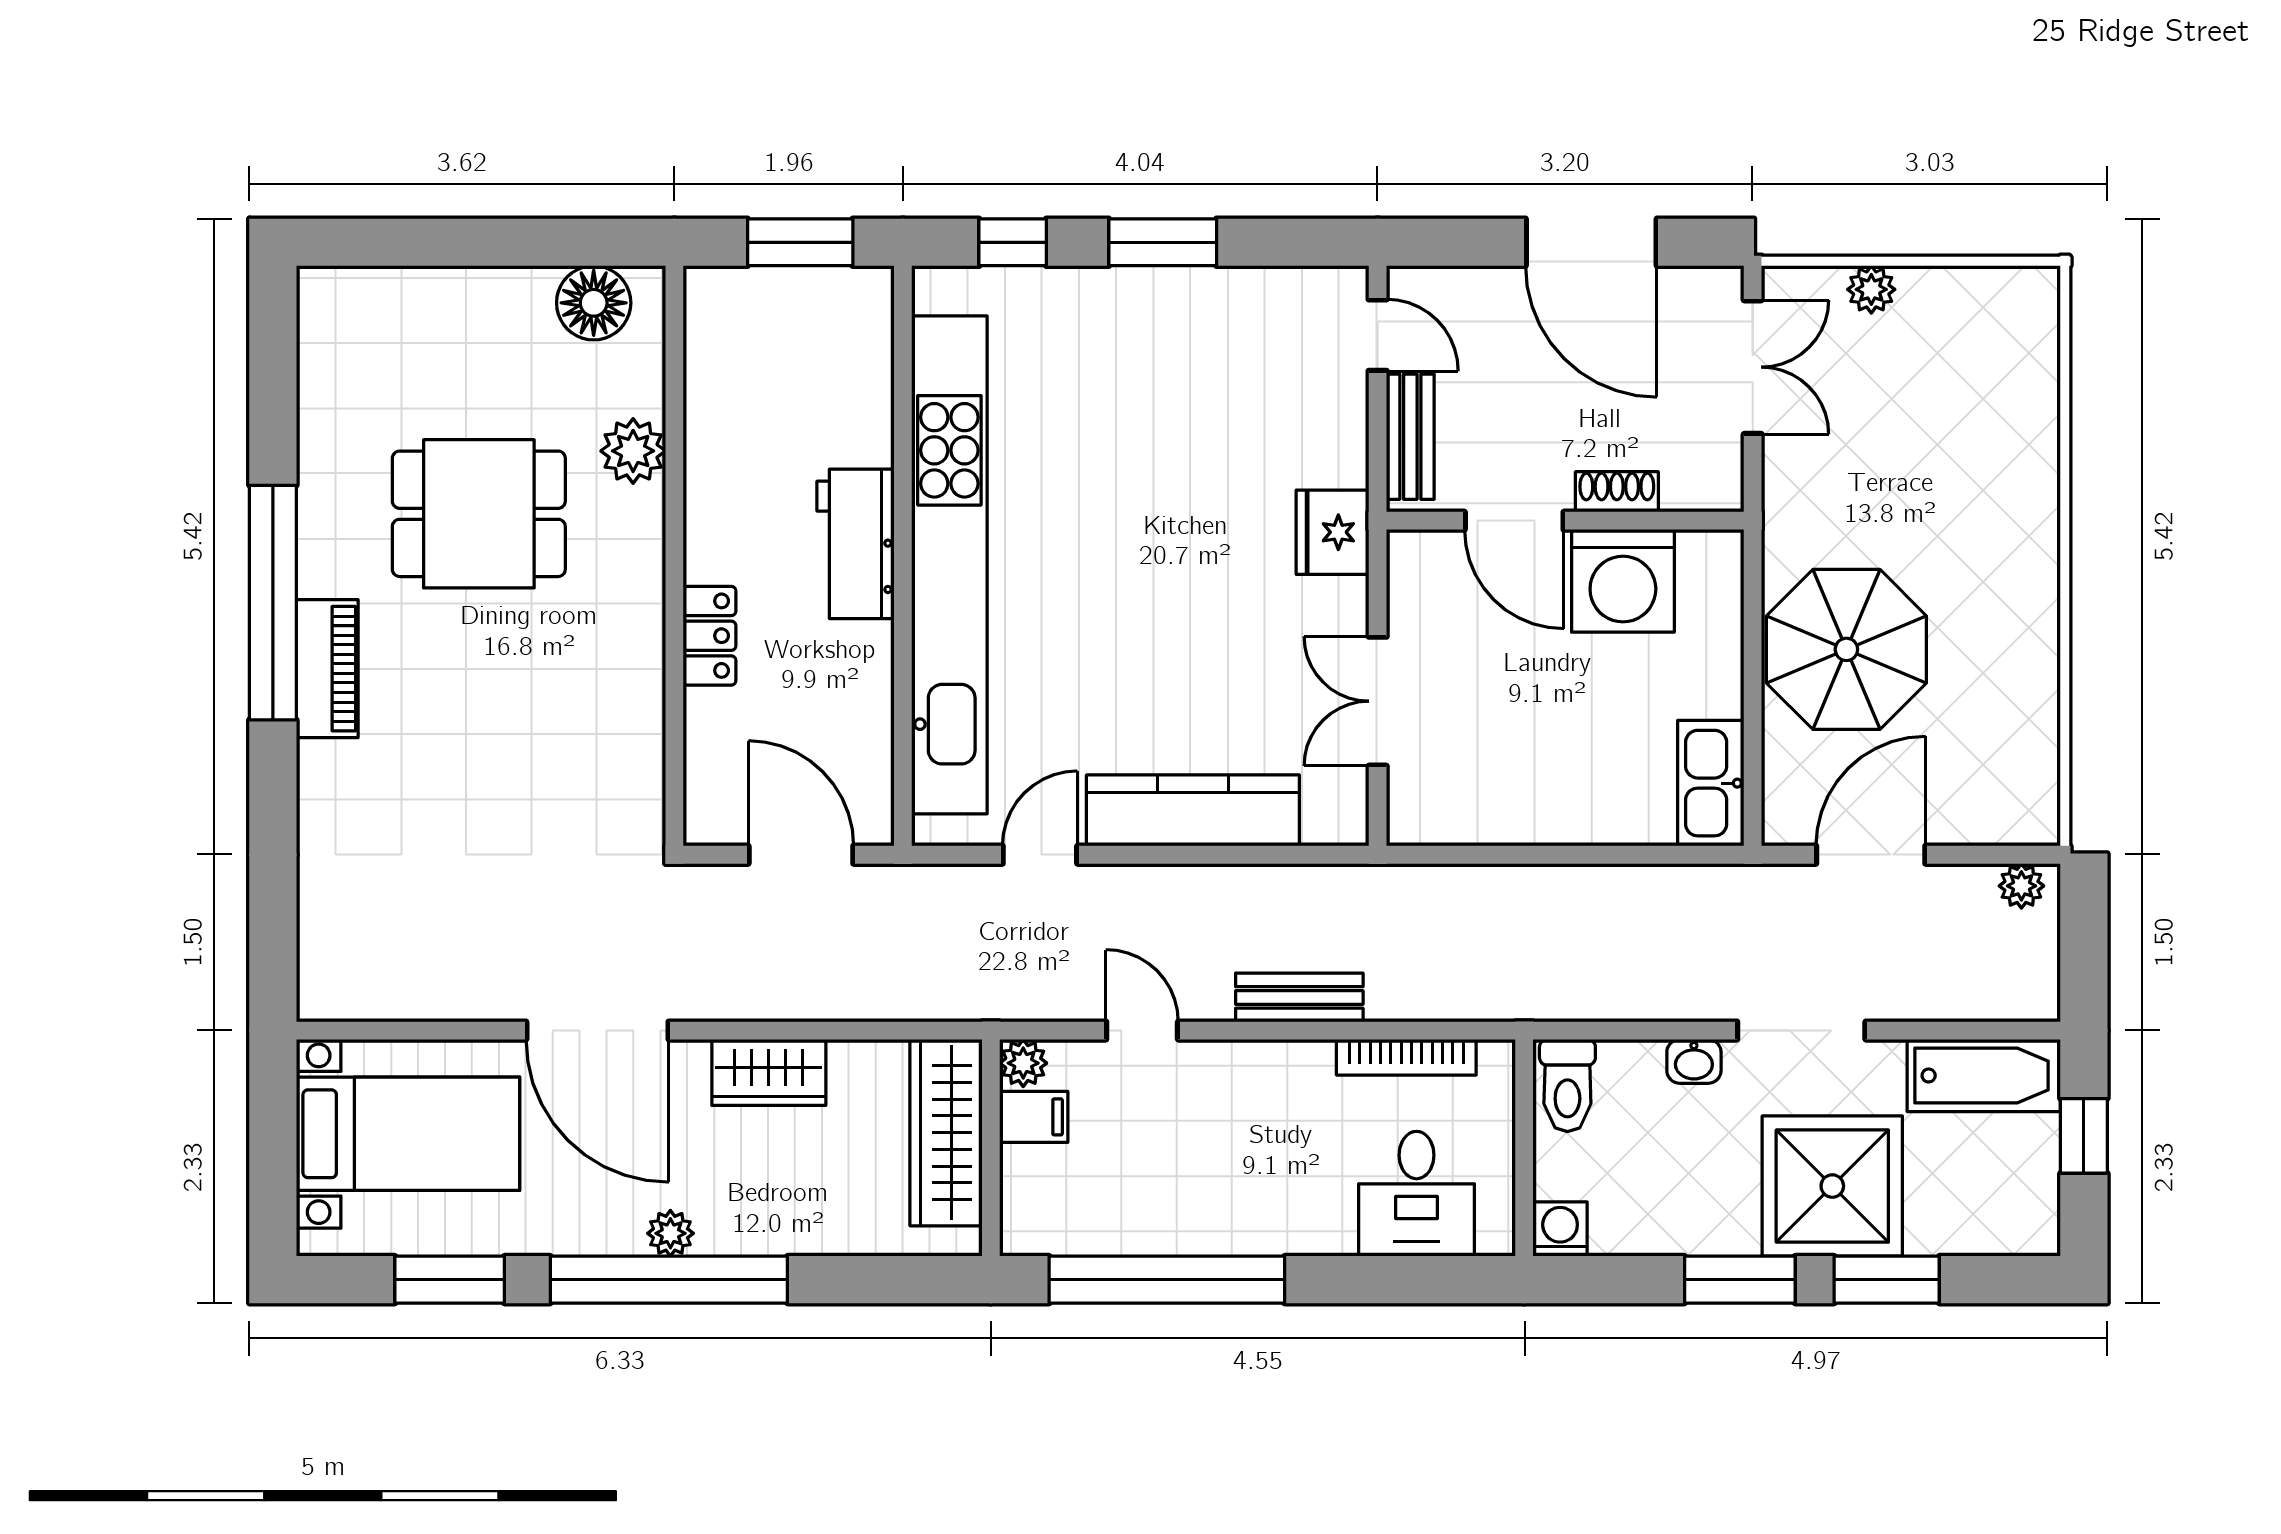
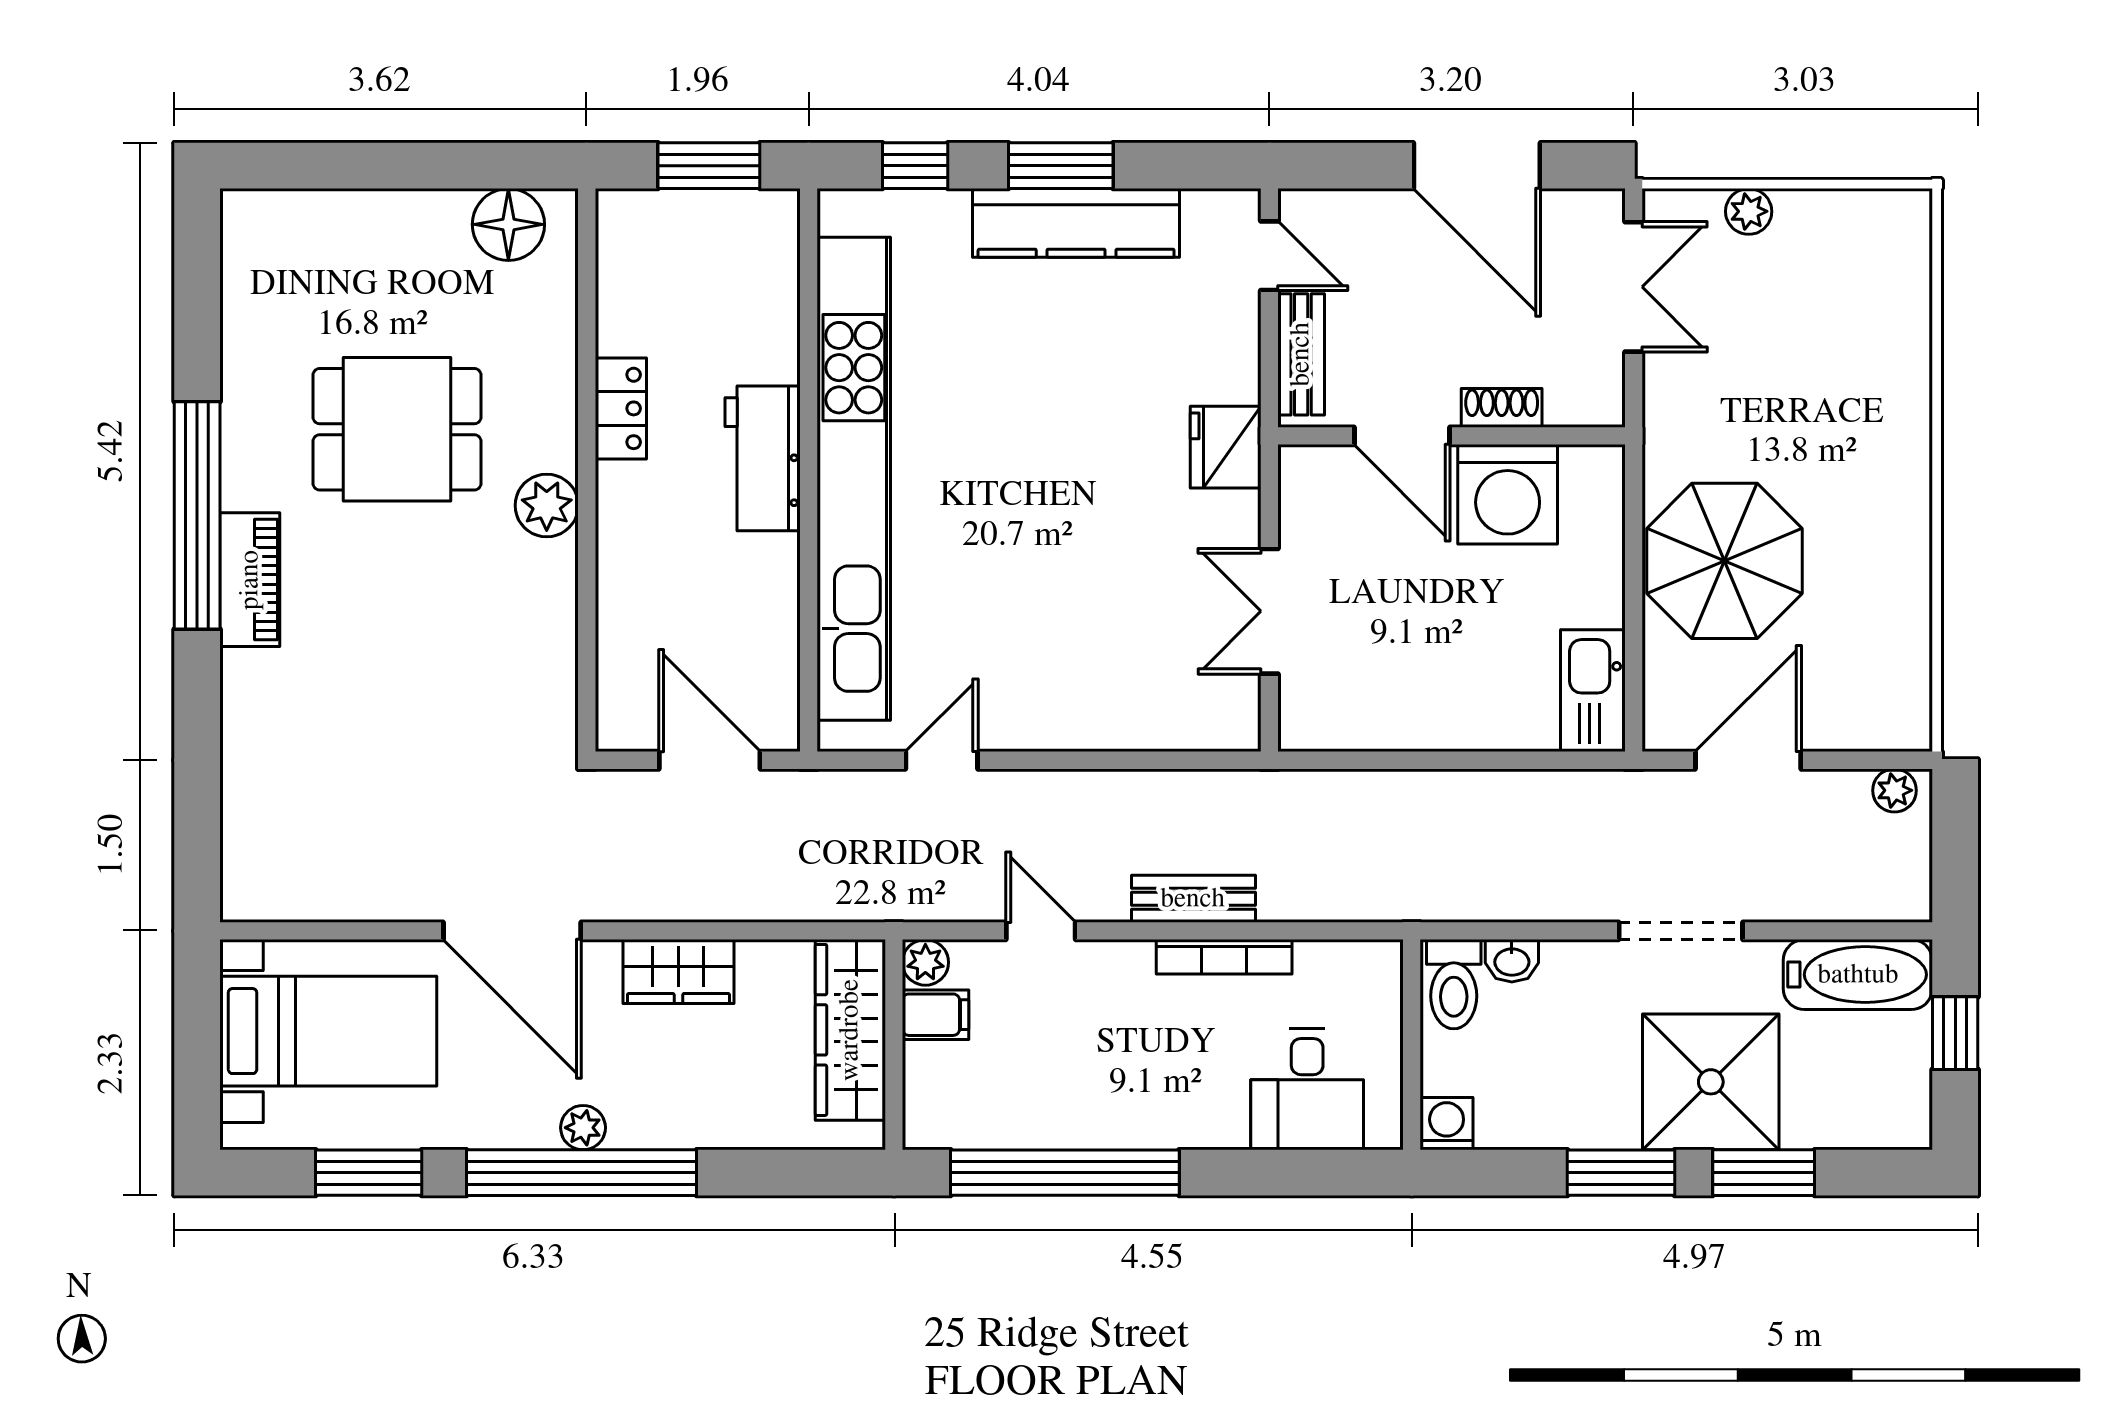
plant: (633, 451) -> (547, 505), moved
locker: (709, 636) -> (621, 408), moved
kitchen counter: (1193, 810) -> (1076, 223), moved, turned 180
bookcase: (1406, 1057) -> (1224, 957), moved
washbasin: (1694, 1061) -> (1512, 961), moved

